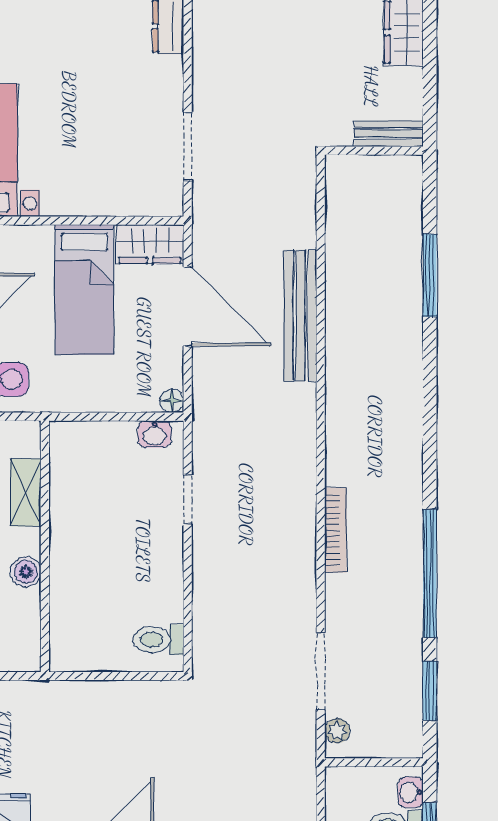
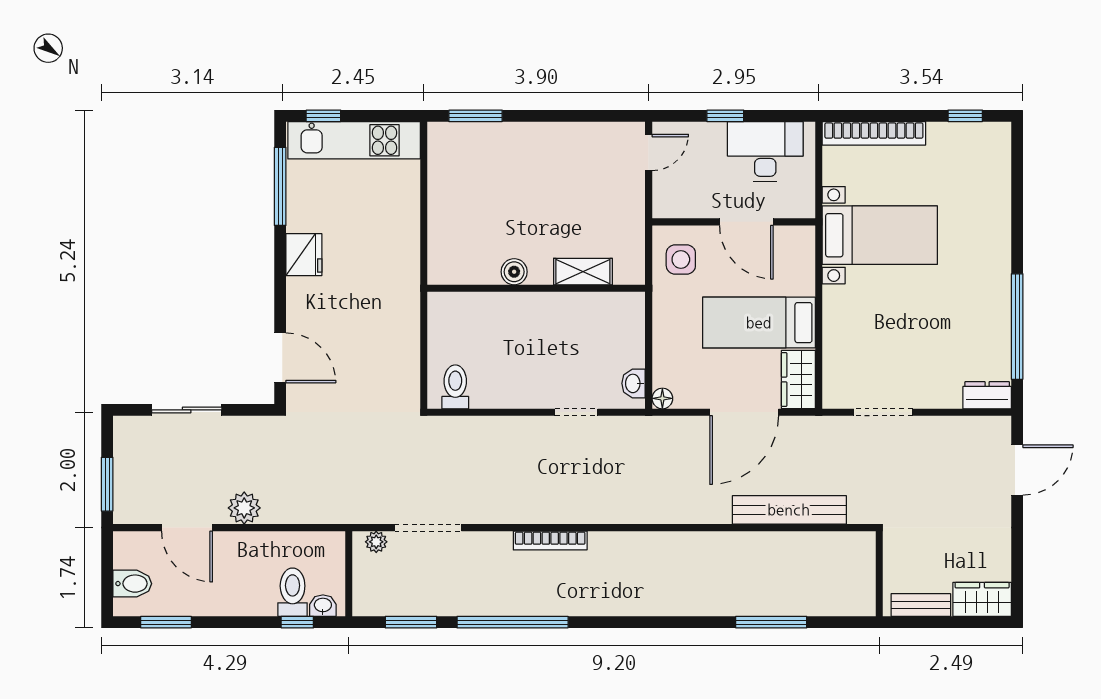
bench: (389, 134) -> (921, 605), moved, turned 90
bench: (300, 316) -> (789, 510), moved

